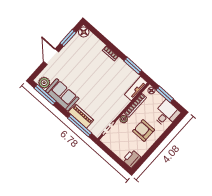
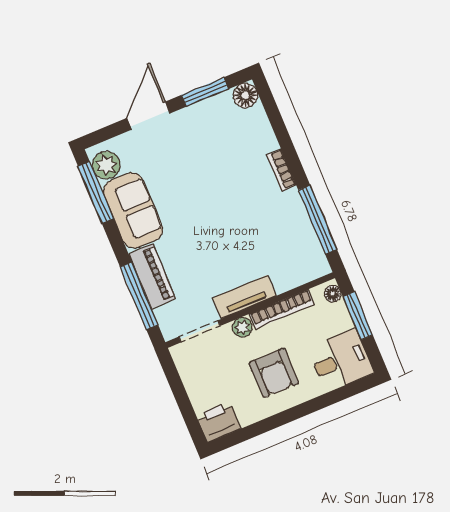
window: (133, 66) -> (318, 220), width x1.44
tv unit: (136, 89) -> (244, 297), moved
armchair: (144, 130) -> (274, 373), turned 180

